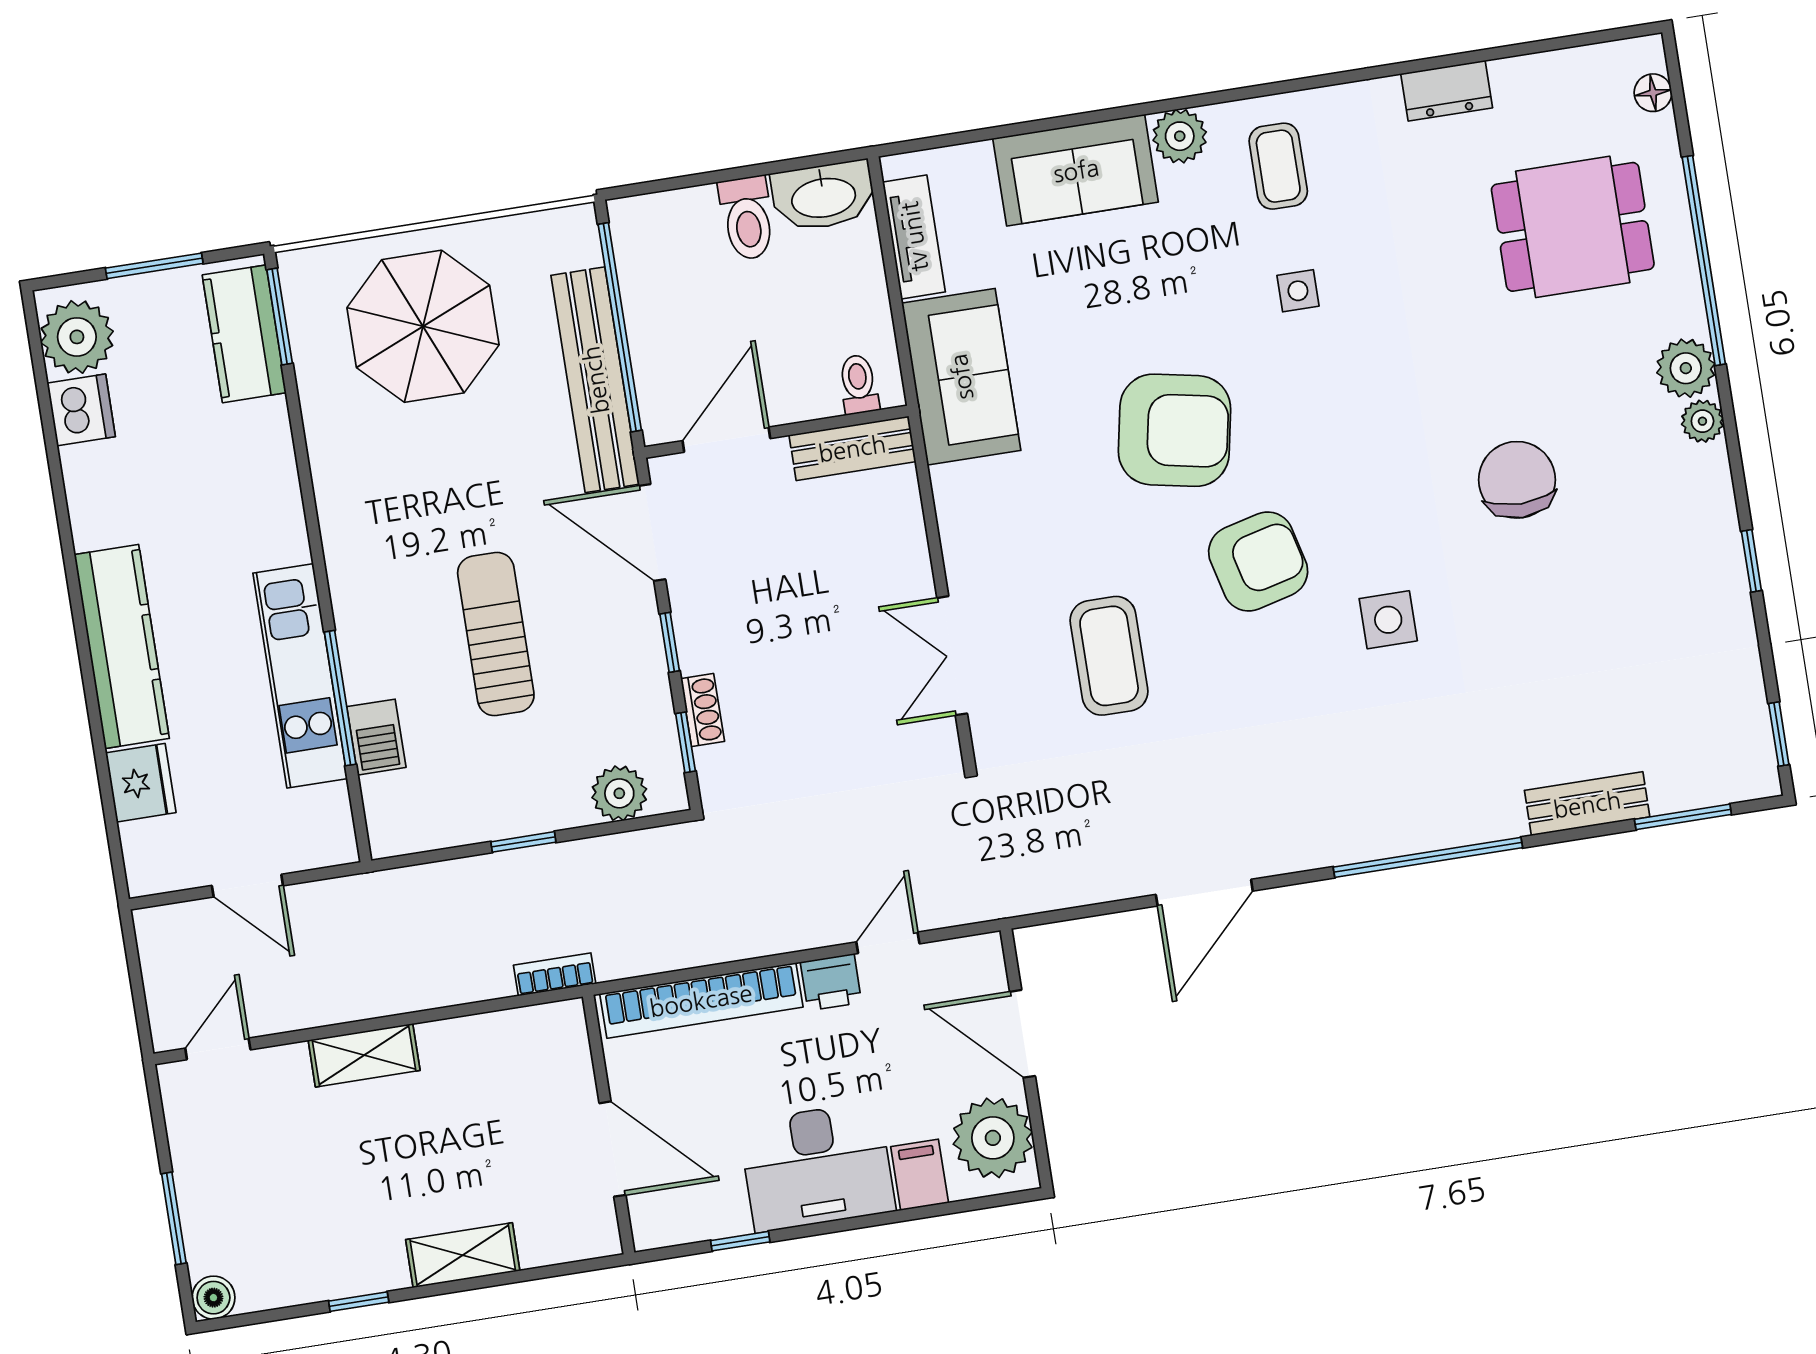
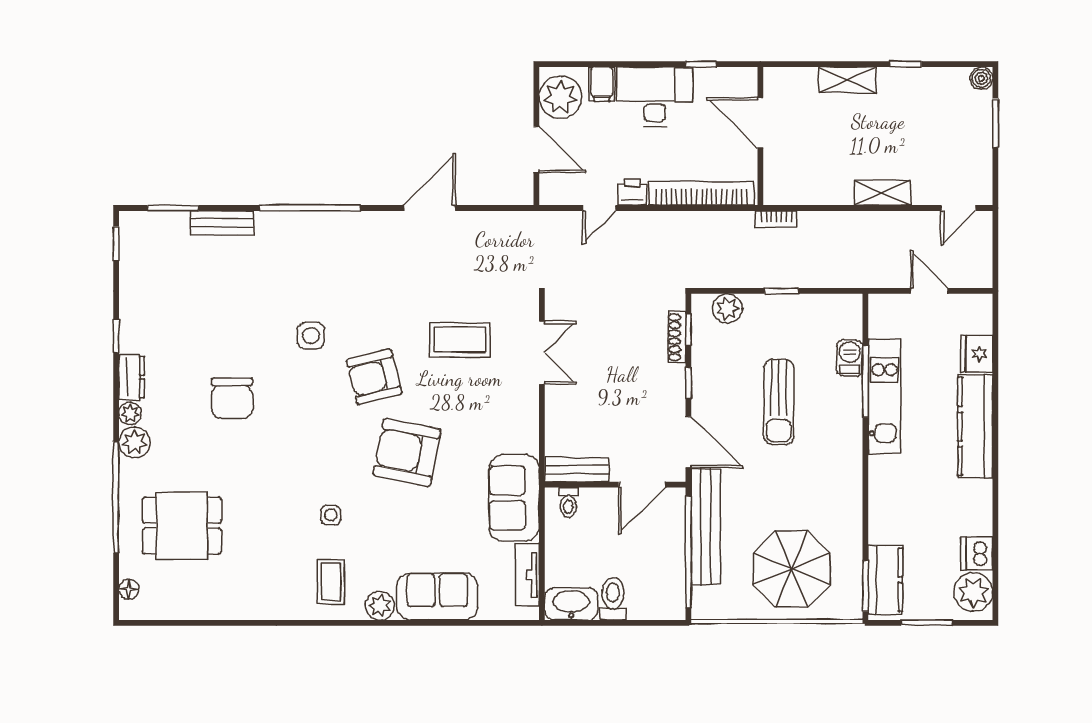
dresser: (1447, 91) -> (132, 377), moved, turned 90
coffee table: (1109, 656) -> (460, 340), turned 90
shoe rack: (703, 710) -> (677, 337), width x1.43

